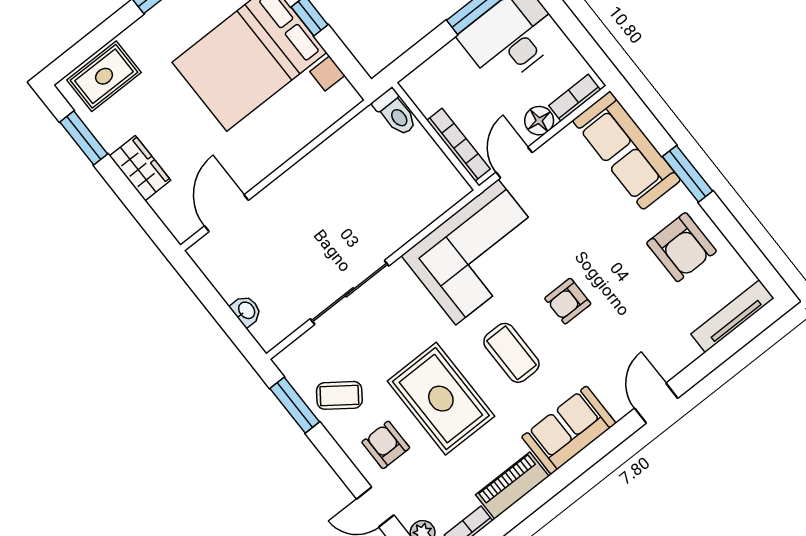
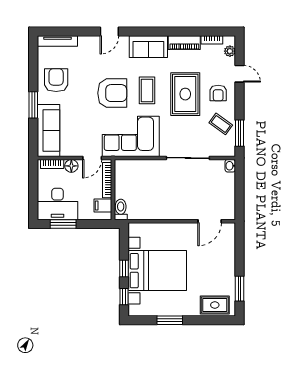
filing cabinet: (431, 95) -> (103, 206), added
wardrobe: (140, 168) -> (228, 262), removed
armchair: (568, 301) -> (112, 93), width x1.88, depth x1.88
washbasin: (246, 311) -> (230, 166), moved

